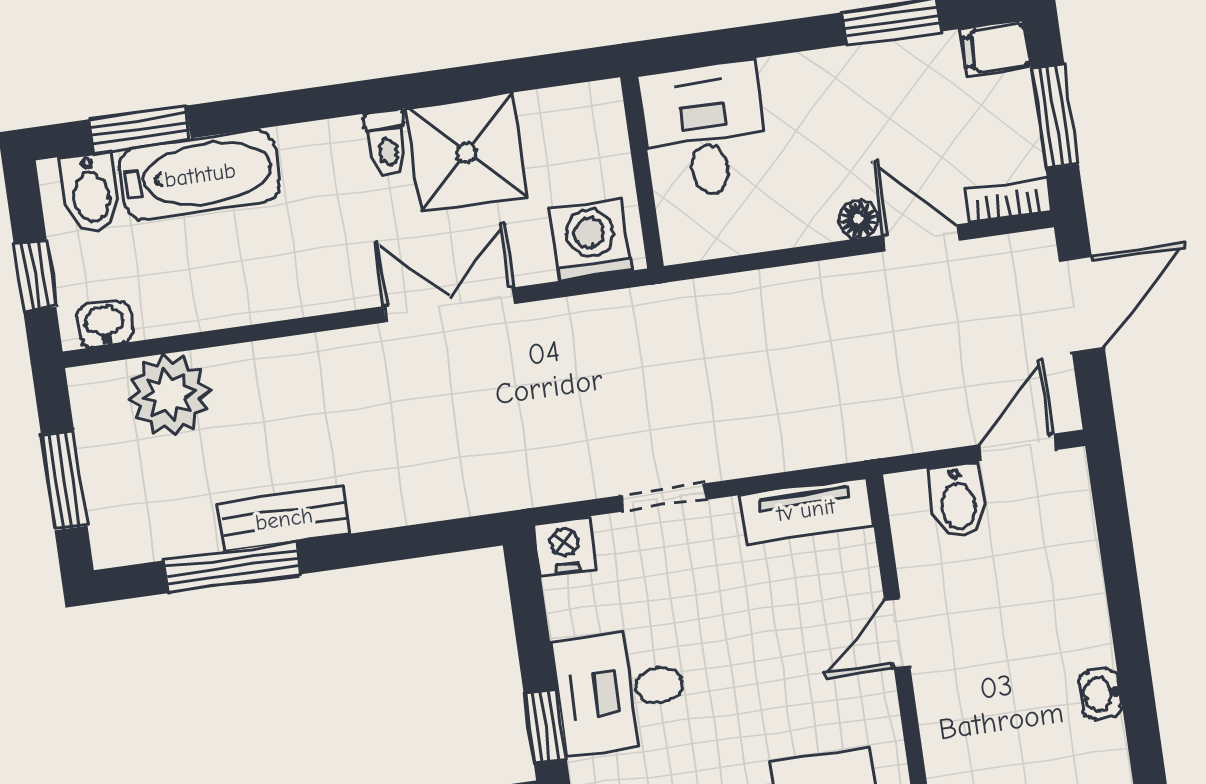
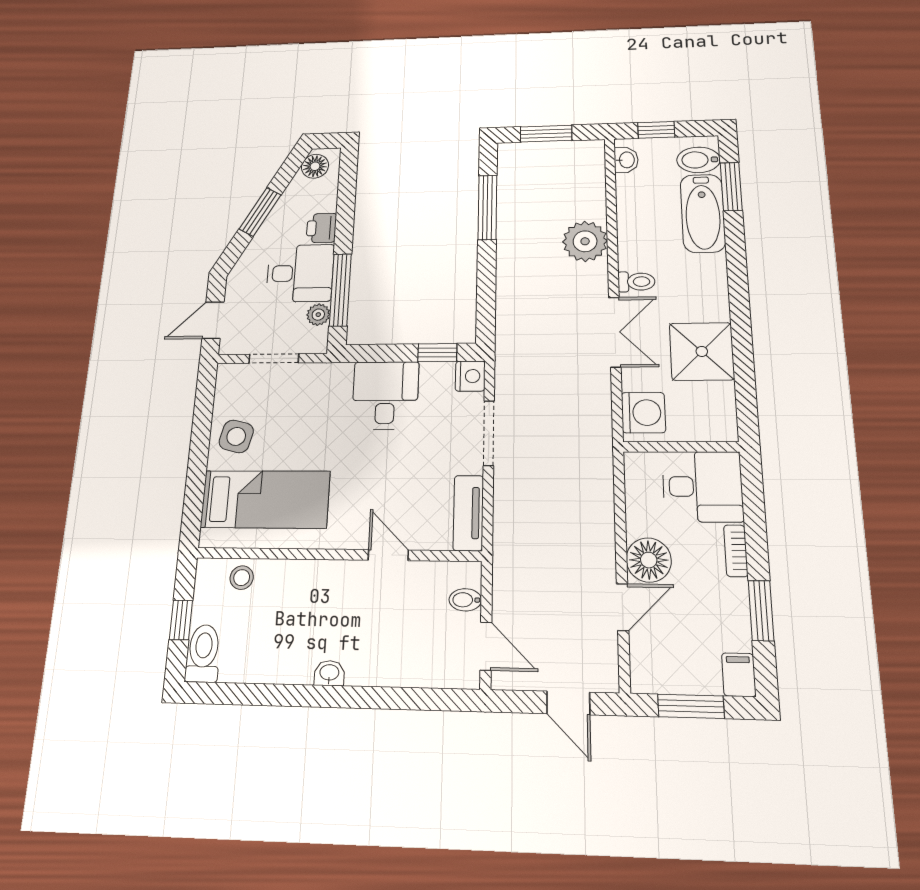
toilet: (387, 143) -> (636, 282), moved, turned 180
bookcase: (1008, 200) -> (736, 551), moved, turned 180
floor lamp: (858, 219) -> (649, 560), width x1.89, depth x1.89
door: (1082, 305) -> (568, 703), width x0.73
plant: (169, 395) -> (585, 241), moved
doorway: (663, 498) -> (489, 433), width x1.38
bidet: (958, 501) -> (465, 600), width x0.72, depth x0.74
bench: (284, 519) -> (509, 235), removed
window: (545, 726) -> (437, 353), moved

